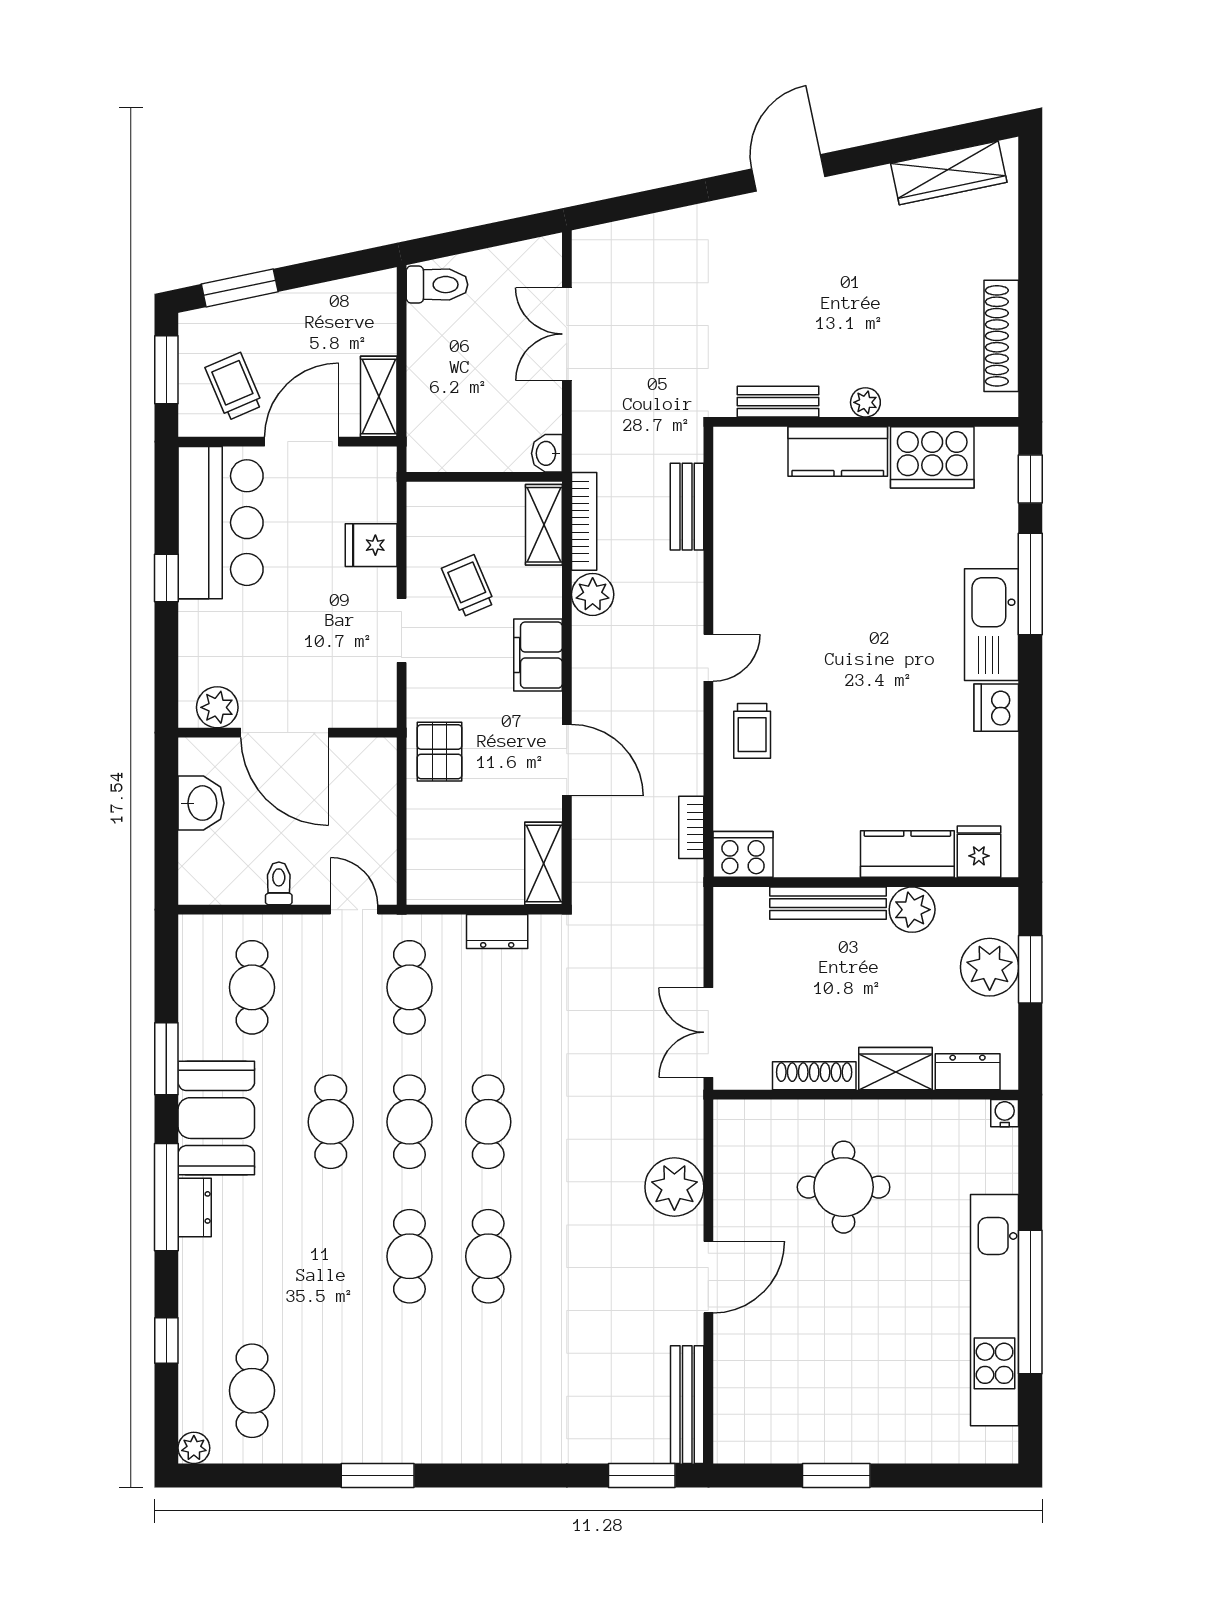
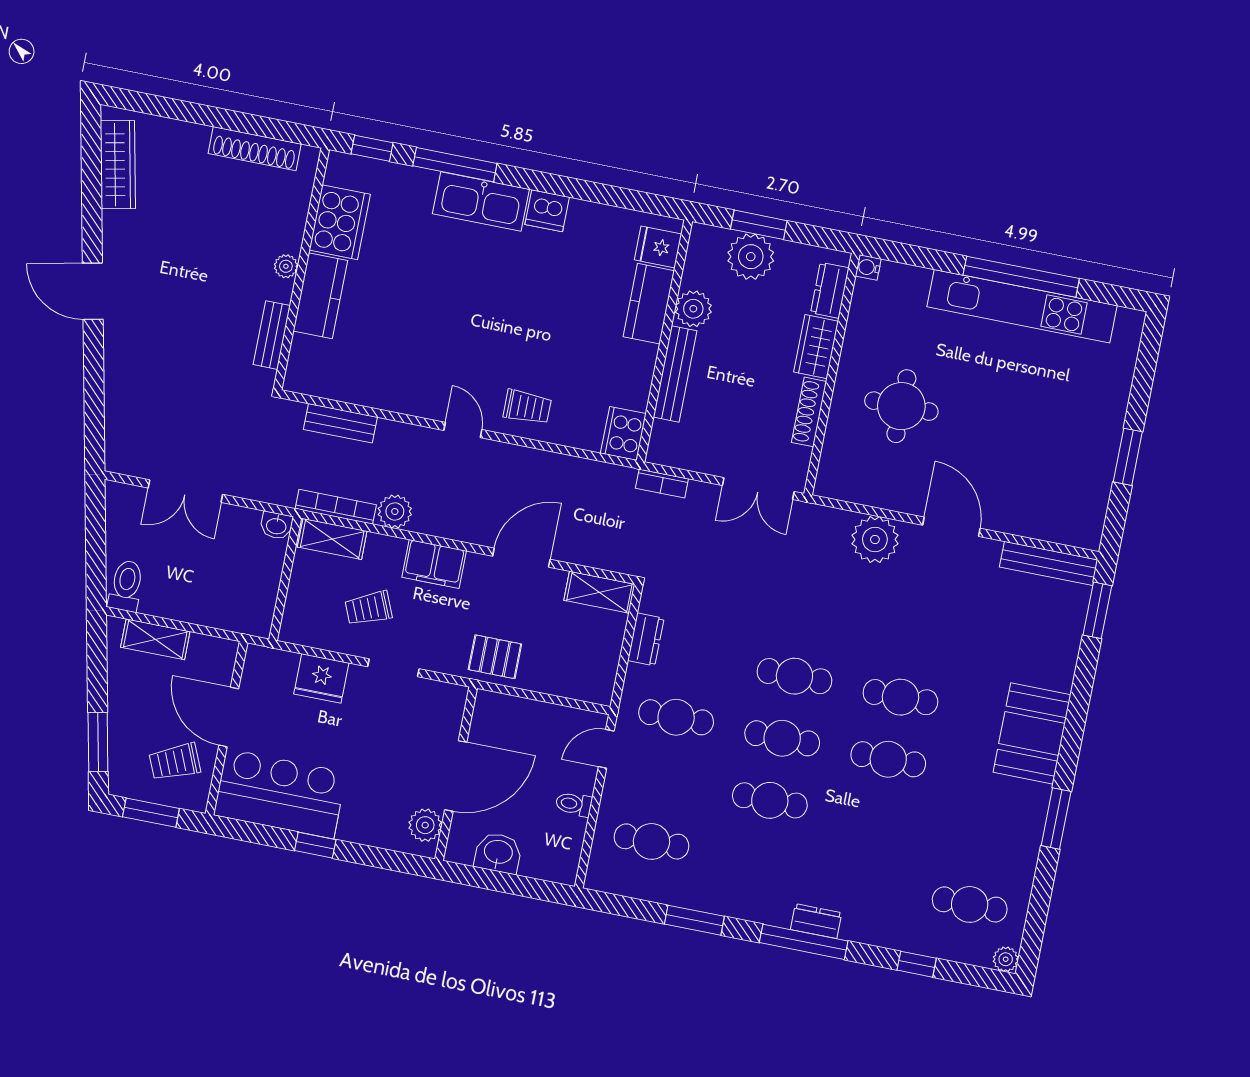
shelving: (379, 396) -> (155, 639), moved
fridge: (371, 545) -> (321, 678), width x1.38
bookcase: (691, 827) -> (662, 484), moved
booth: (216, 1118) -> (1032, 734), moved, turned 90

